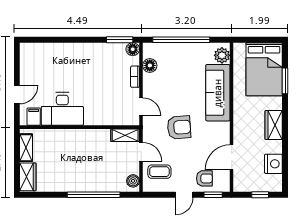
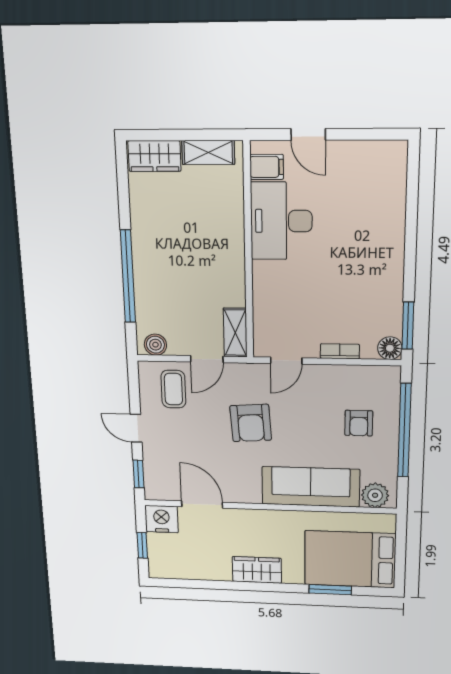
floor lamp: (150, 65) -> (360, 377), removed
nightstand: (273, 164) -> (162, 519), moved, turned 180
armchair: (204, 178) -> (359, 423), moved

